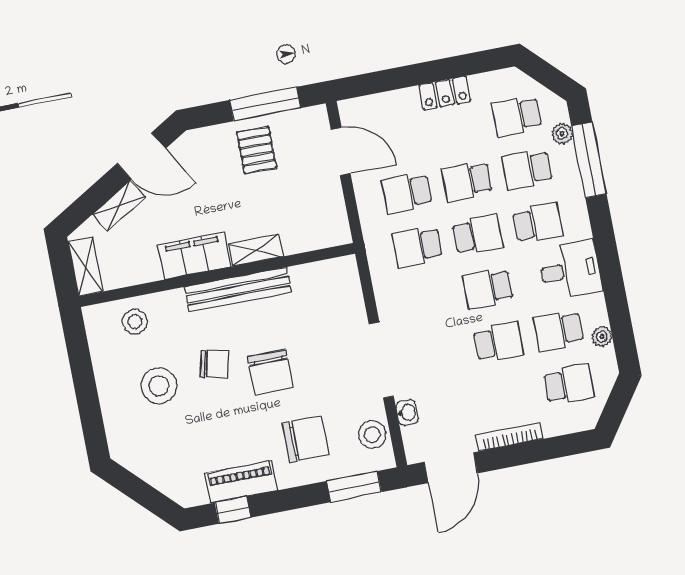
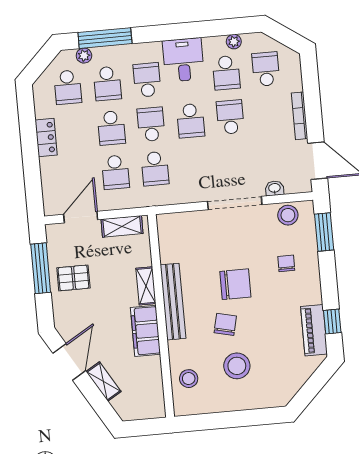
shelving: (86, 267) -> (122, 226), moved
chair: (306, 439) -> (286, 263), width x0.54, depth x0.54
piano: (241, 482) -> (314, 330), moved

